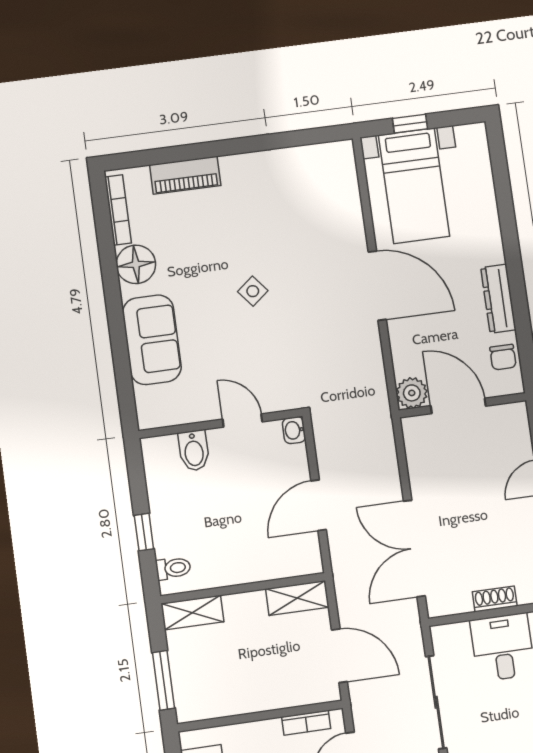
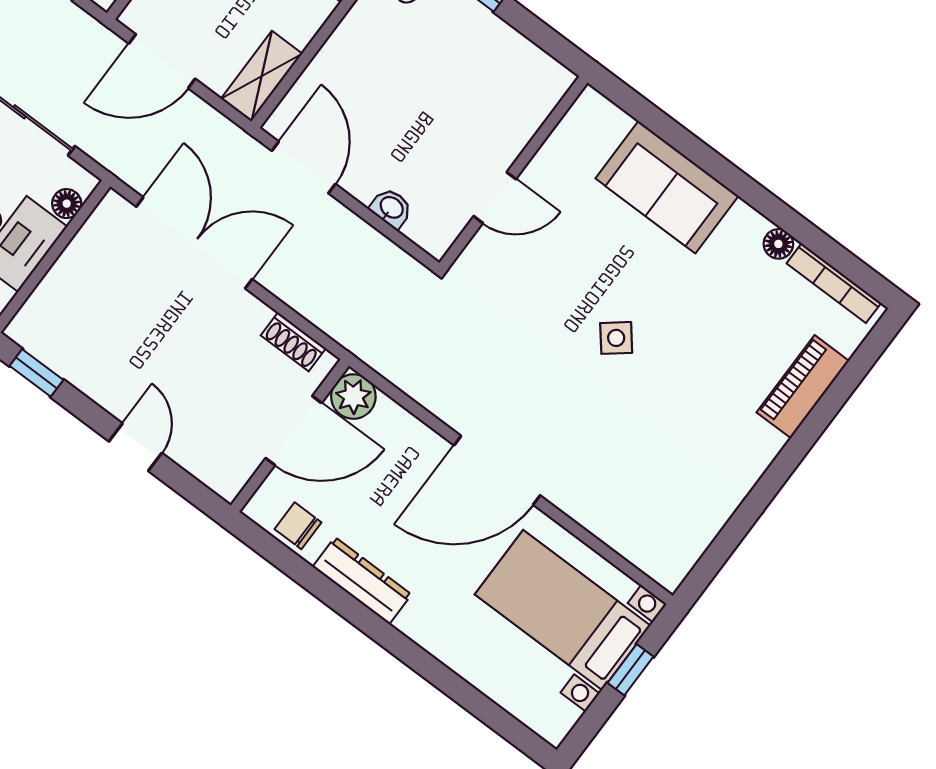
floor lamp: (136, 264) -> (778, 244), width x0.53, depth x0.53
washbasin: (294, 430) -> (391, 208), moved
bidet: (194, 451) -> (513, 119), removed
door: (319, 505) -> (304, 167), moved
shoe rack: (495, 599) -> (293, 342), moved, turned 90
floor lamp: (458, 632) -> (67, 204), added

